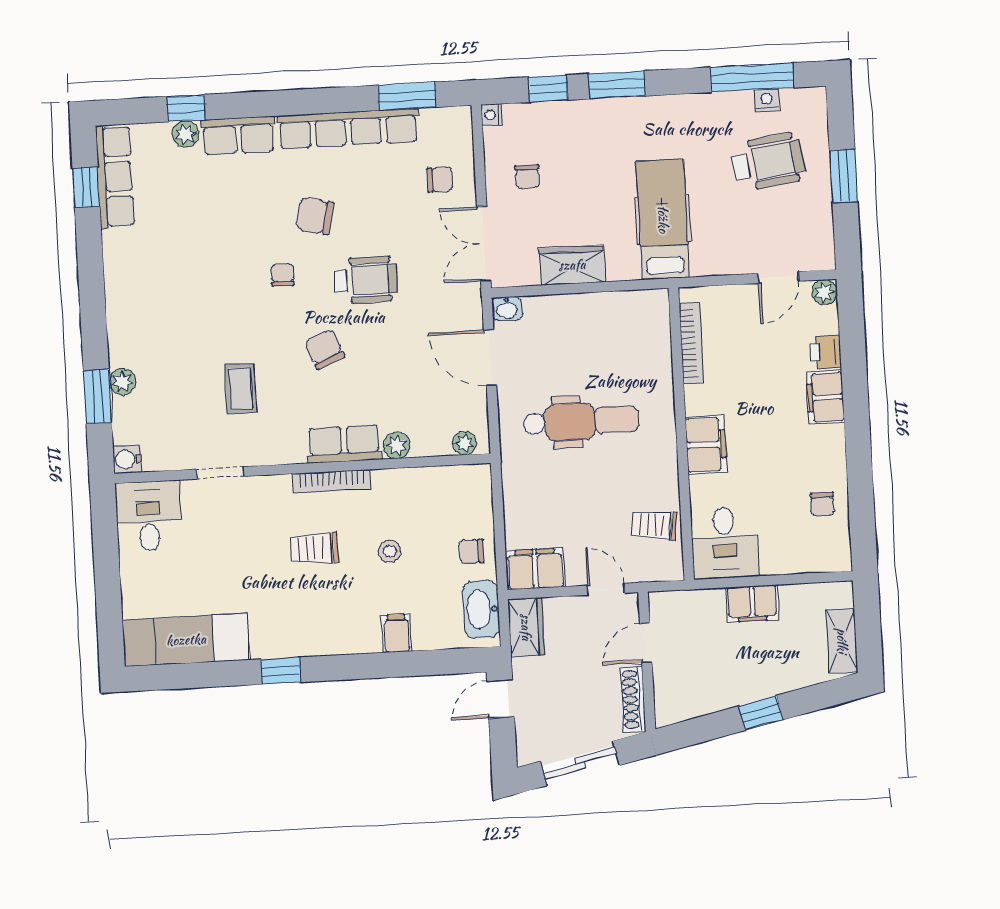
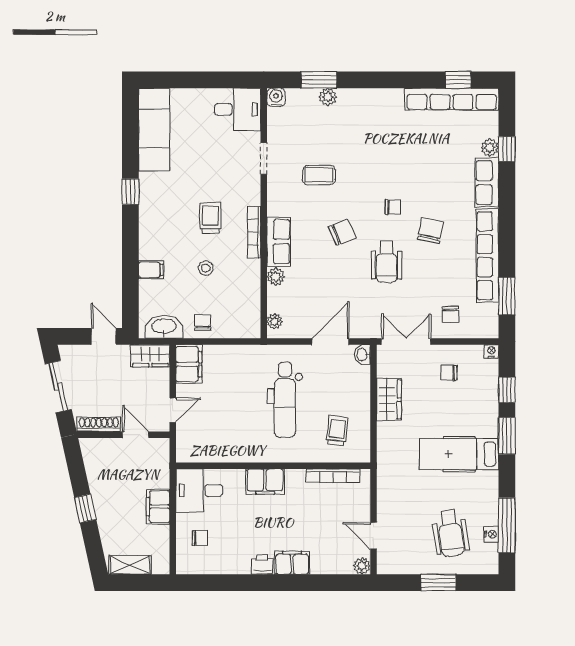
row of seats: (115, 176) -> (452, 99), width x1.36
hospital bed: (663, 219) -> (459, 454), moved, turned 180
printer: (826, 352) -> (262, 564), moved
chair: (822, 504) -> (200, 538), moved, turned 180
trolley: (654, 525) -> (337, 431), moved

